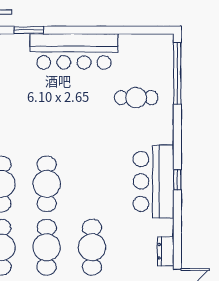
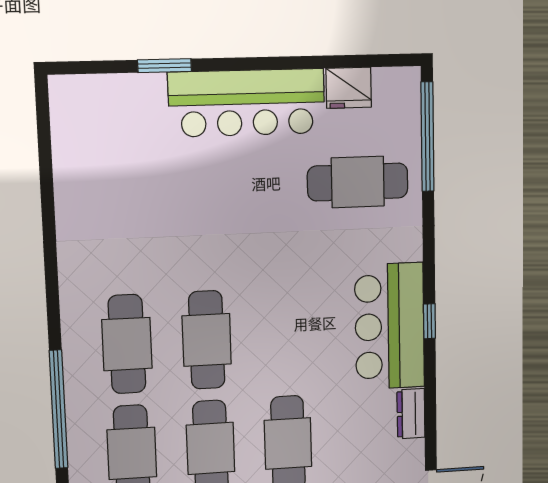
fridge: (132, 45) -> (349, 88), added
cafe table: (136, 98) -> (358, 182), width x1.37, depth x1.35
dresser: (166, 251) -> (411, 414), moved

